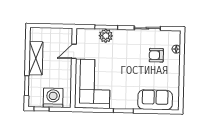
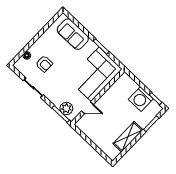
door: (74, 51) -> (87, 108), moved
wall: (74, 68) -> (98, 97), moved
corner sofa: (92, 84) -> (95, 74), moved

